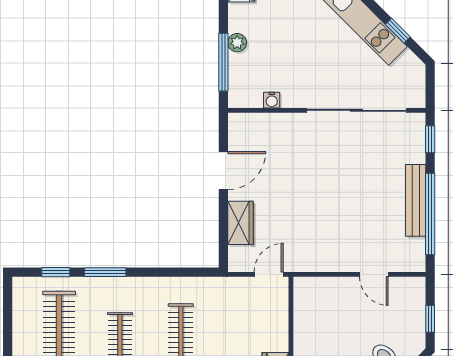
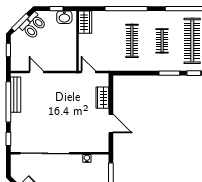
door: (223, 171) -> (111, 123), swing flipped
bench: (416, 200) -> (16, 95), moved
door: (269, 274) -> (88, 72), swing flipped

